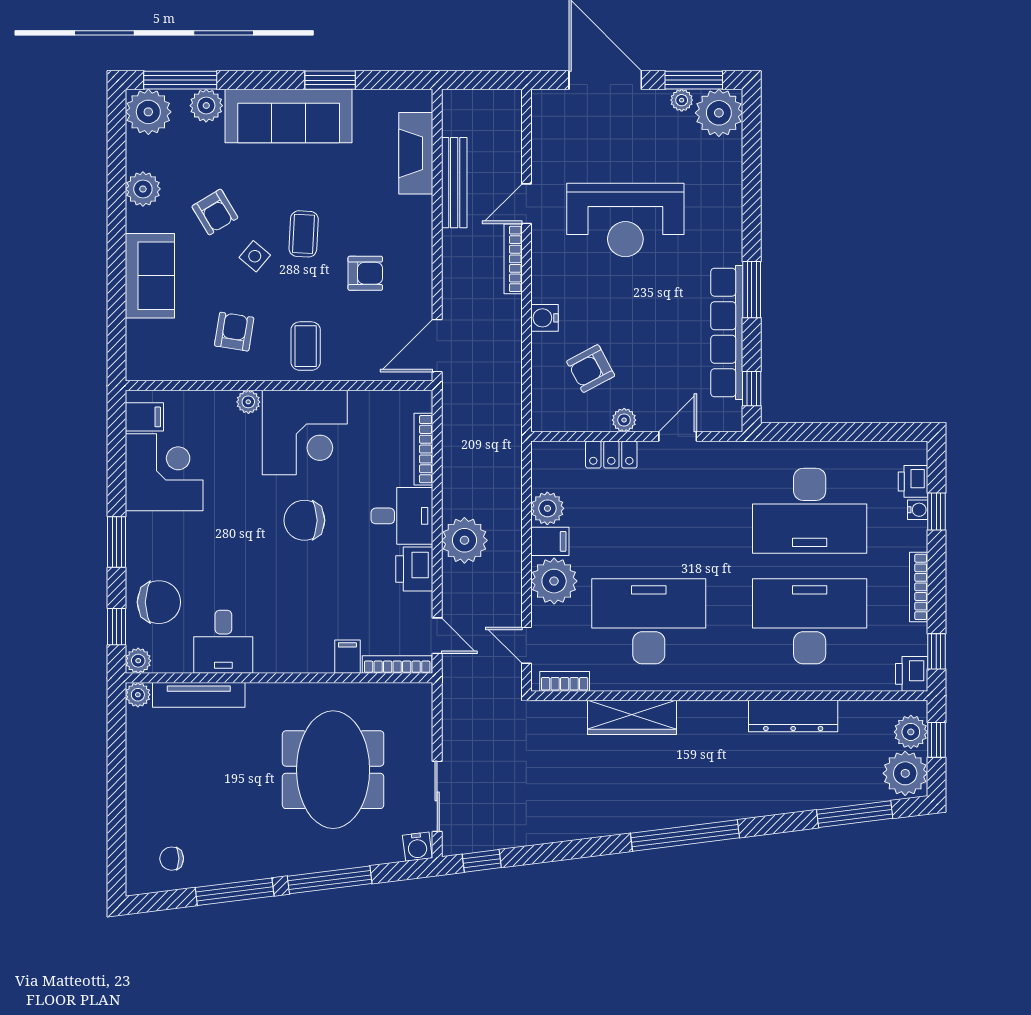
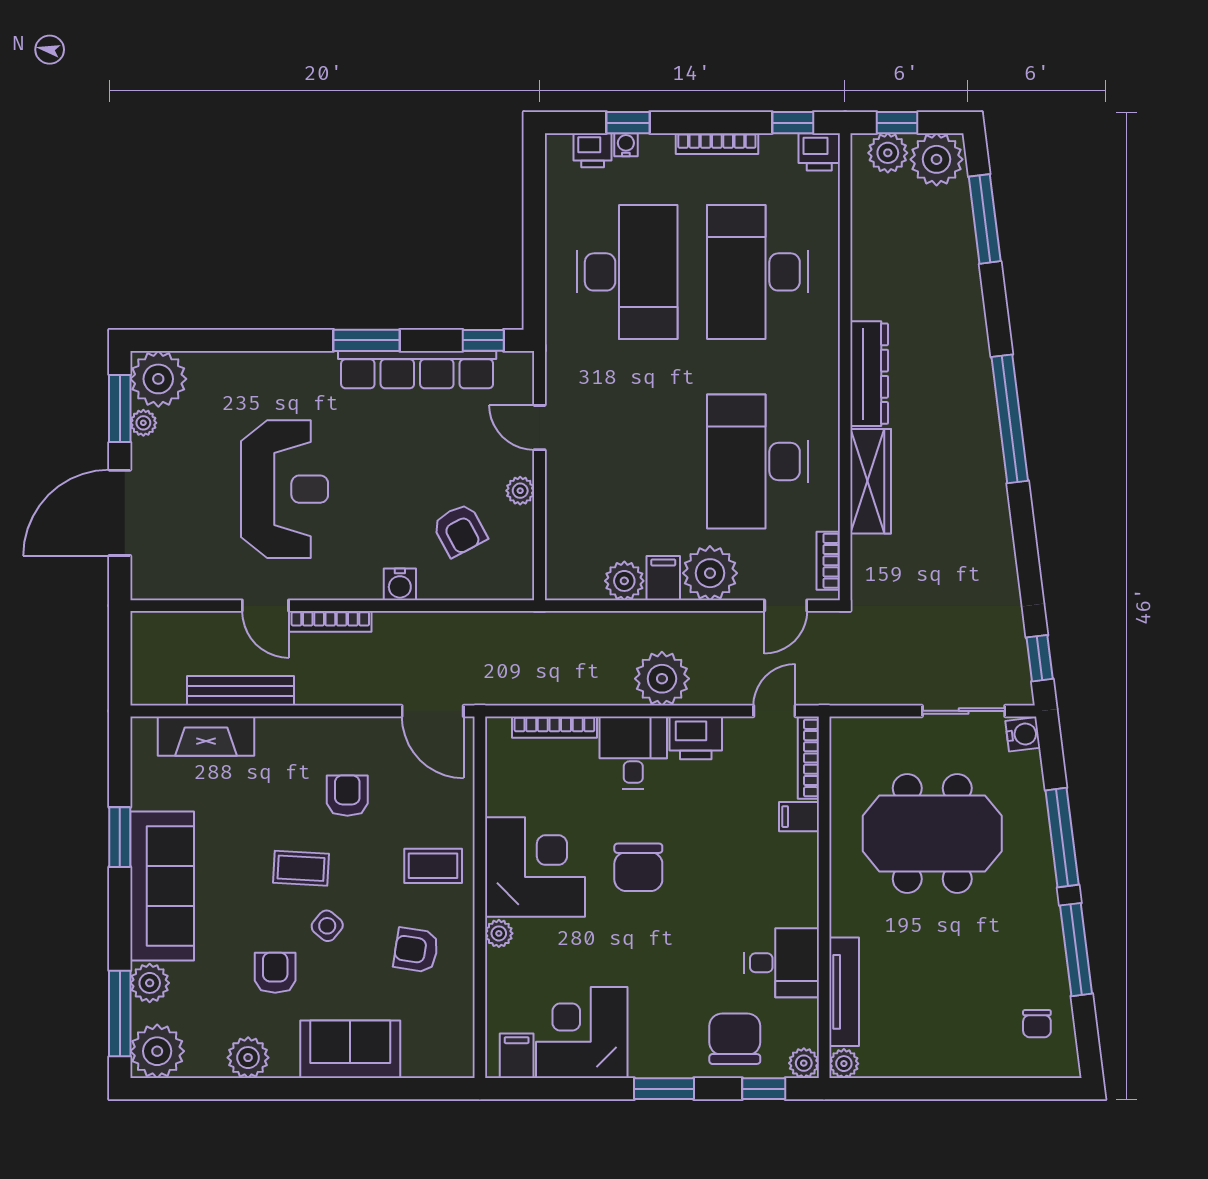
armchair: (215, 212) -> (275, 973), turned -59
locker: (611, 455) -> (561, 506), removed
dresser: (793, 716) -> (869, 374), moved

